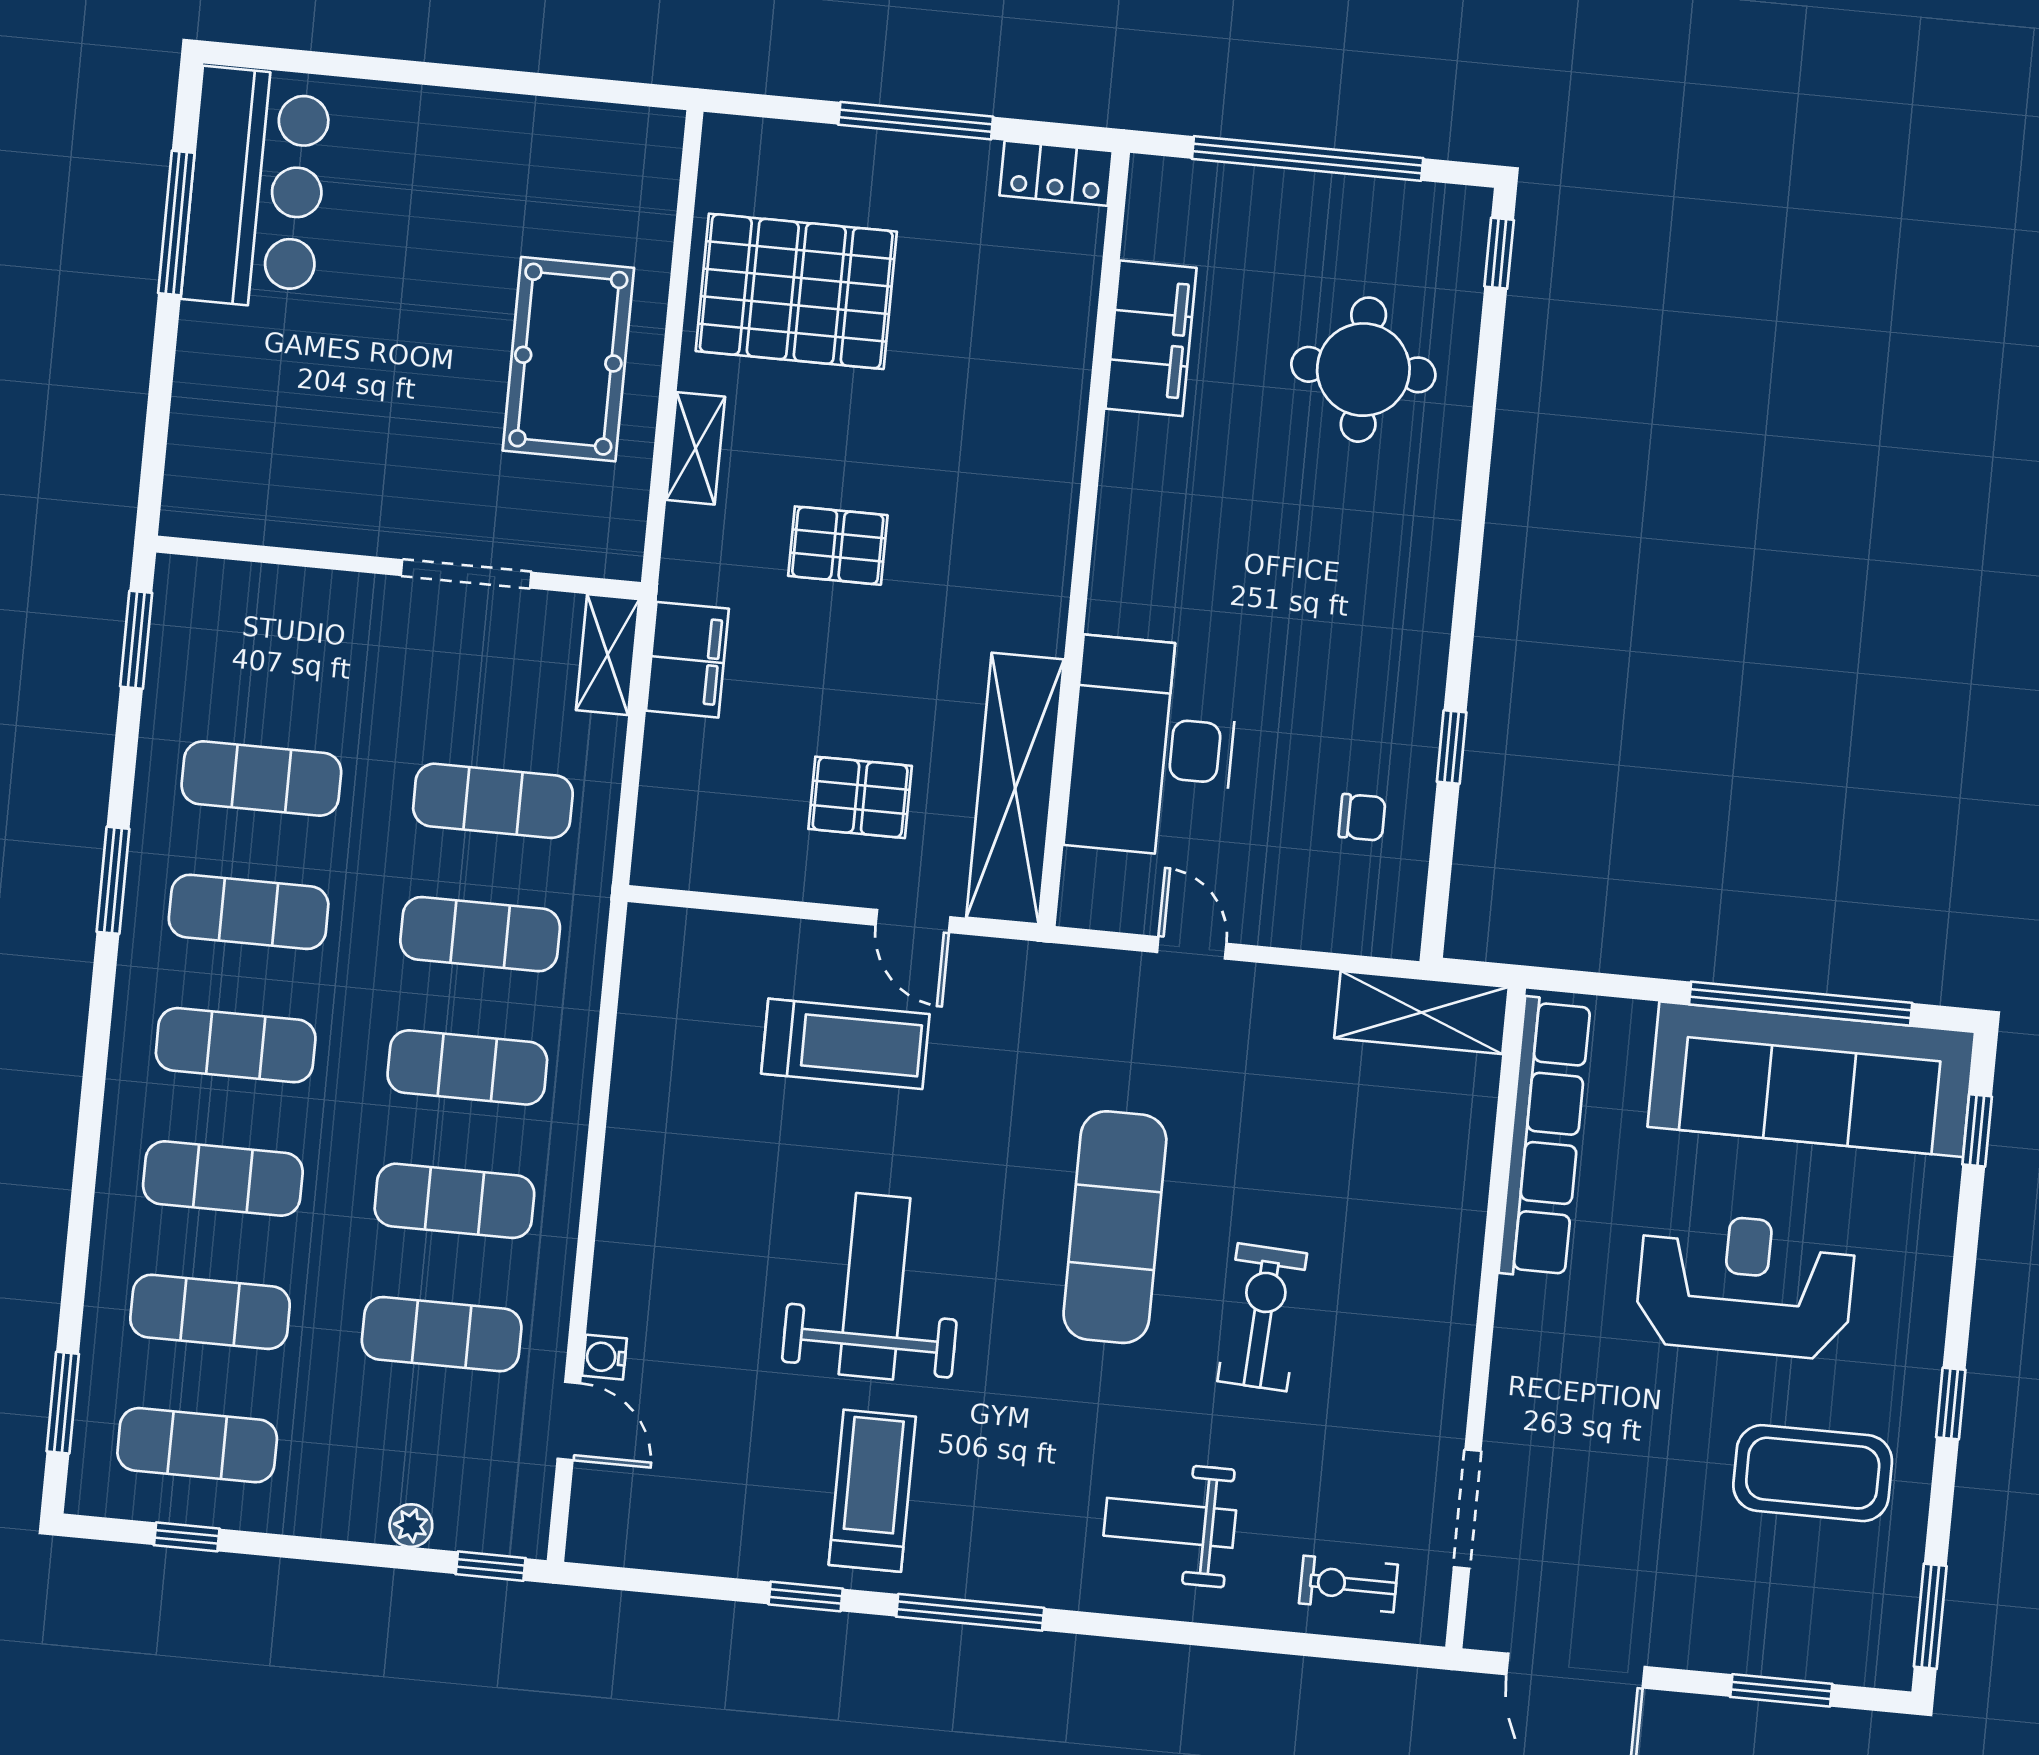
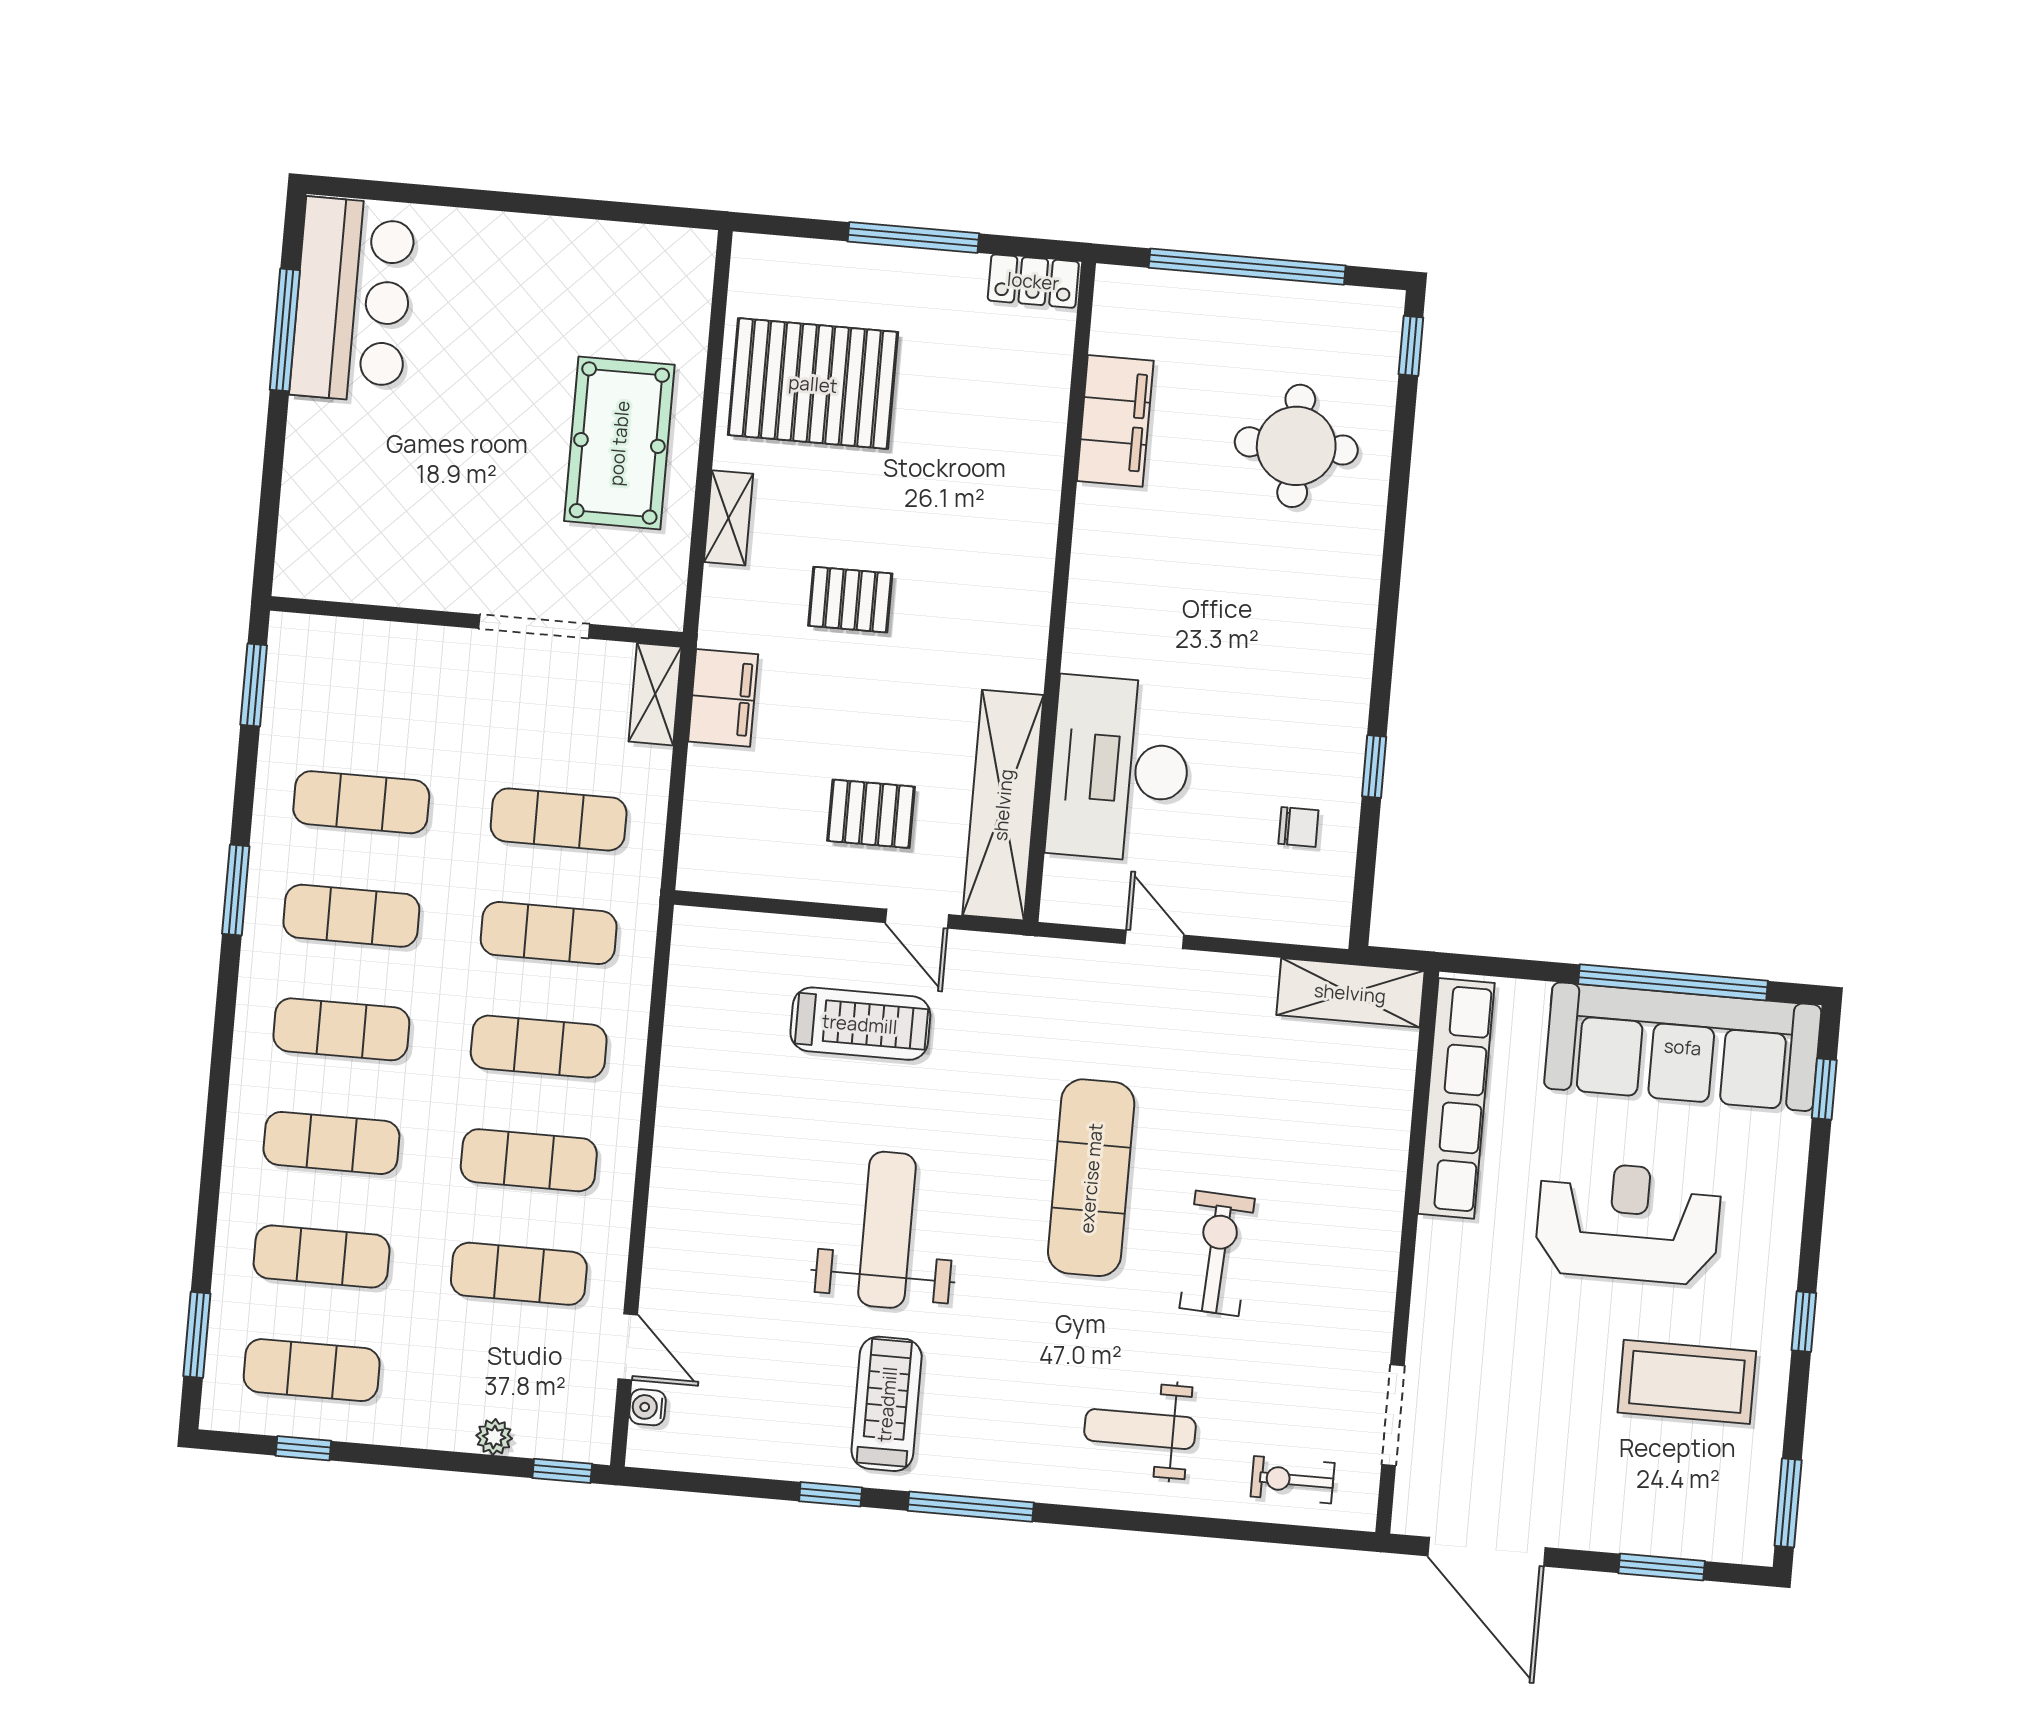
water cooler: (604, 1357) -> (647, 1407), moved

